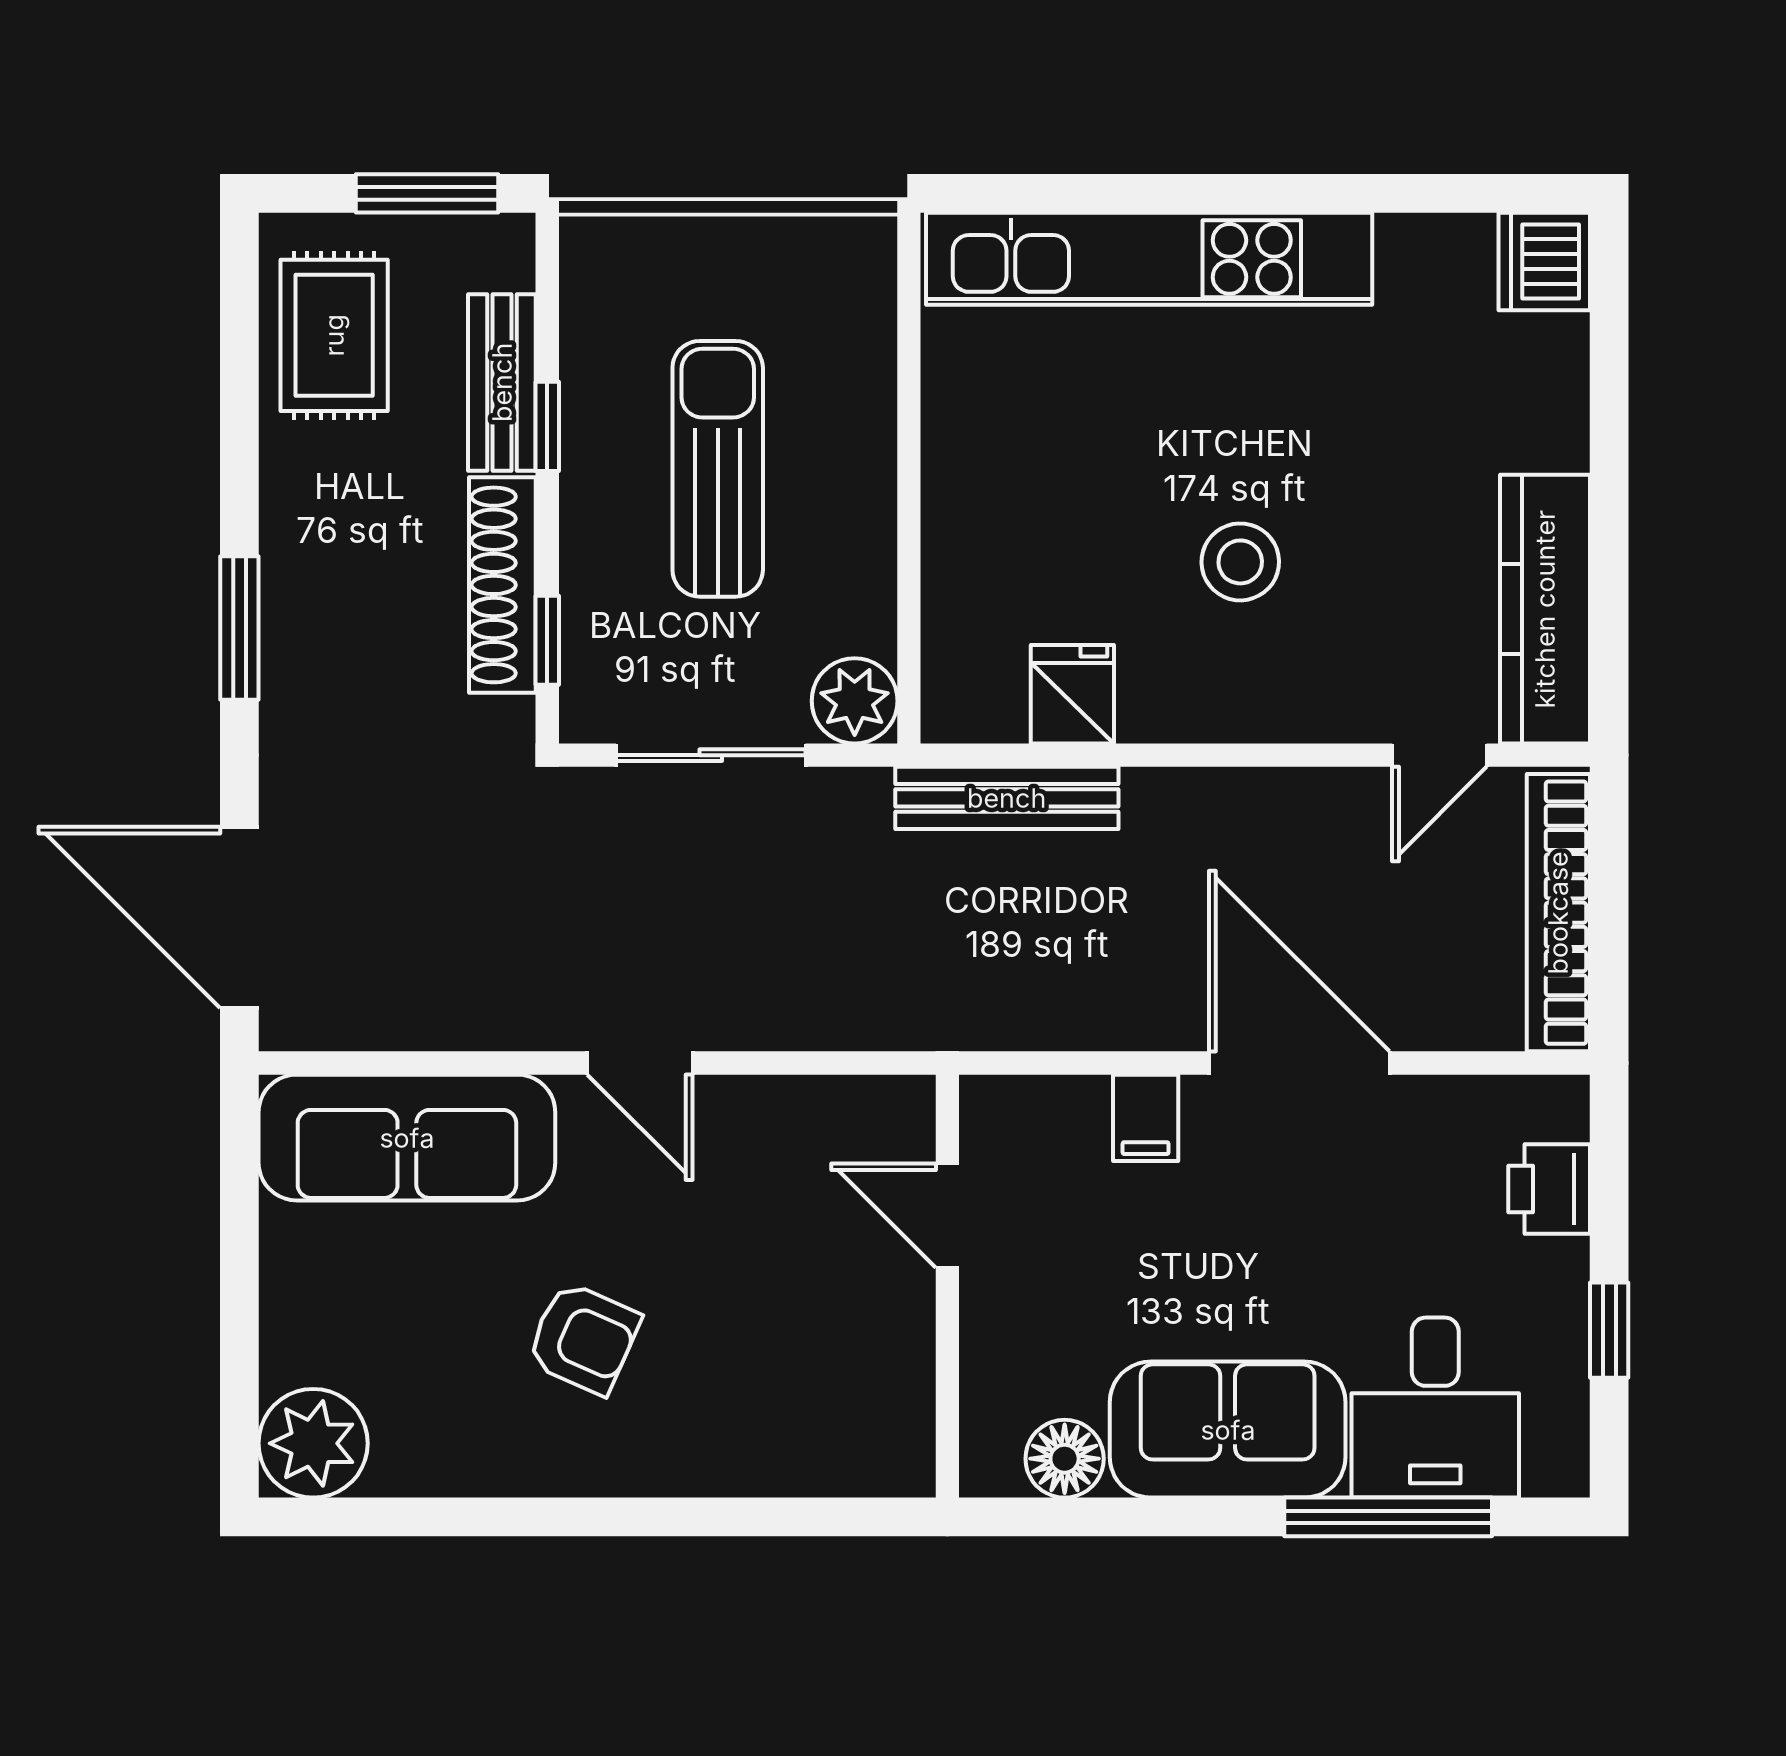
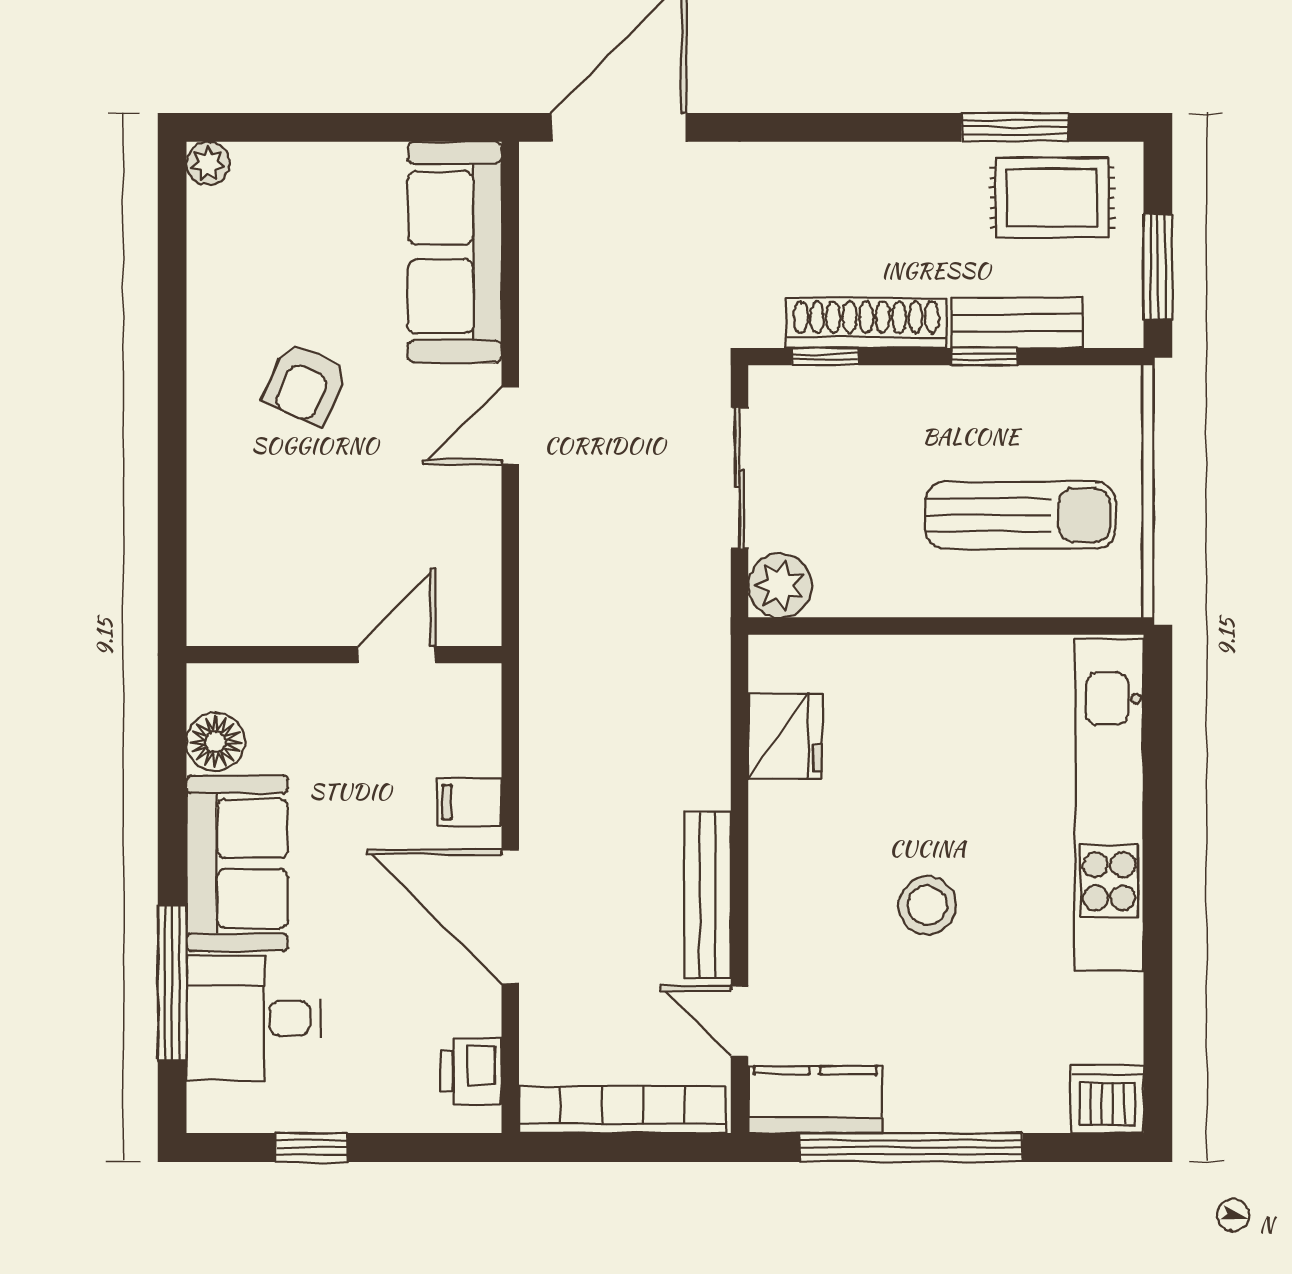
sun lounger: (718, 469) -> (1020, 515), moved
window: (1609, 525) -> (911, 1147), added
stool: (1240, 562) -> (927, 905), moved
kitchen counter: (1545, 609) -> (815, 1100), width x0.67
window: (239, 628) -> (1015, 127), moved
fridge: (1072, 694) -> (785, 736), width x1.38
bench: (1007, 798) -> (708, 895), moved
door: (1299, 1063) -> (510, 917), swing flipped
printer: (1549, 1189) -> (471, 1071), moved, turned -90
plant: (313, 1443) -> (208, 163), width x0.53, depth x0.53

